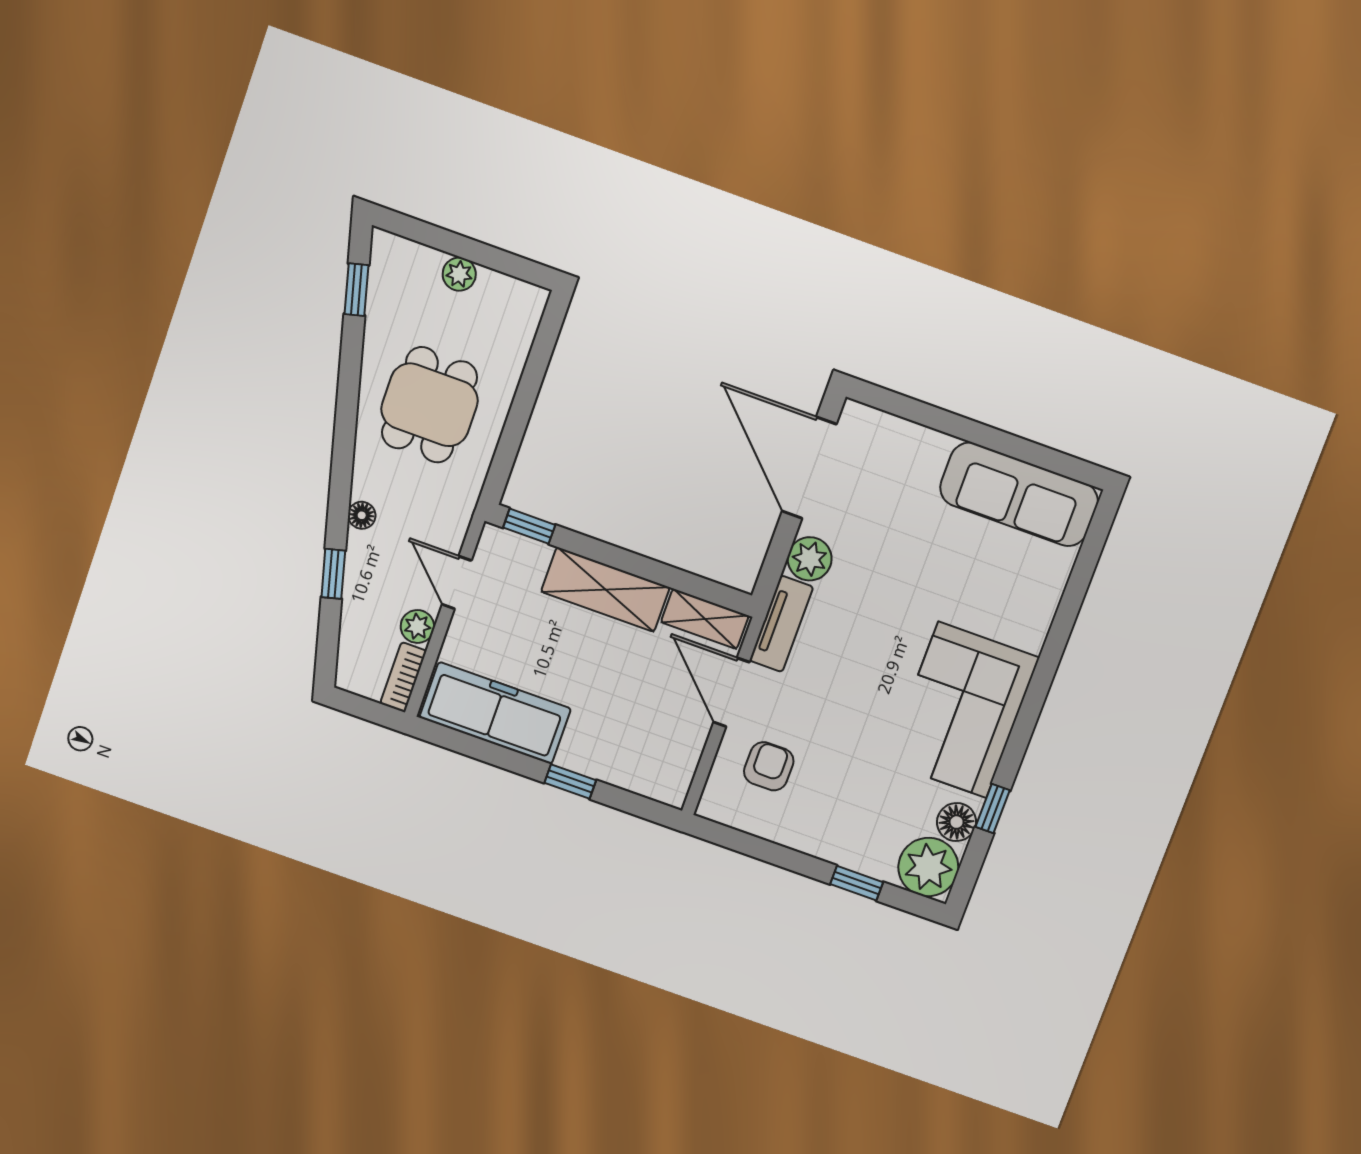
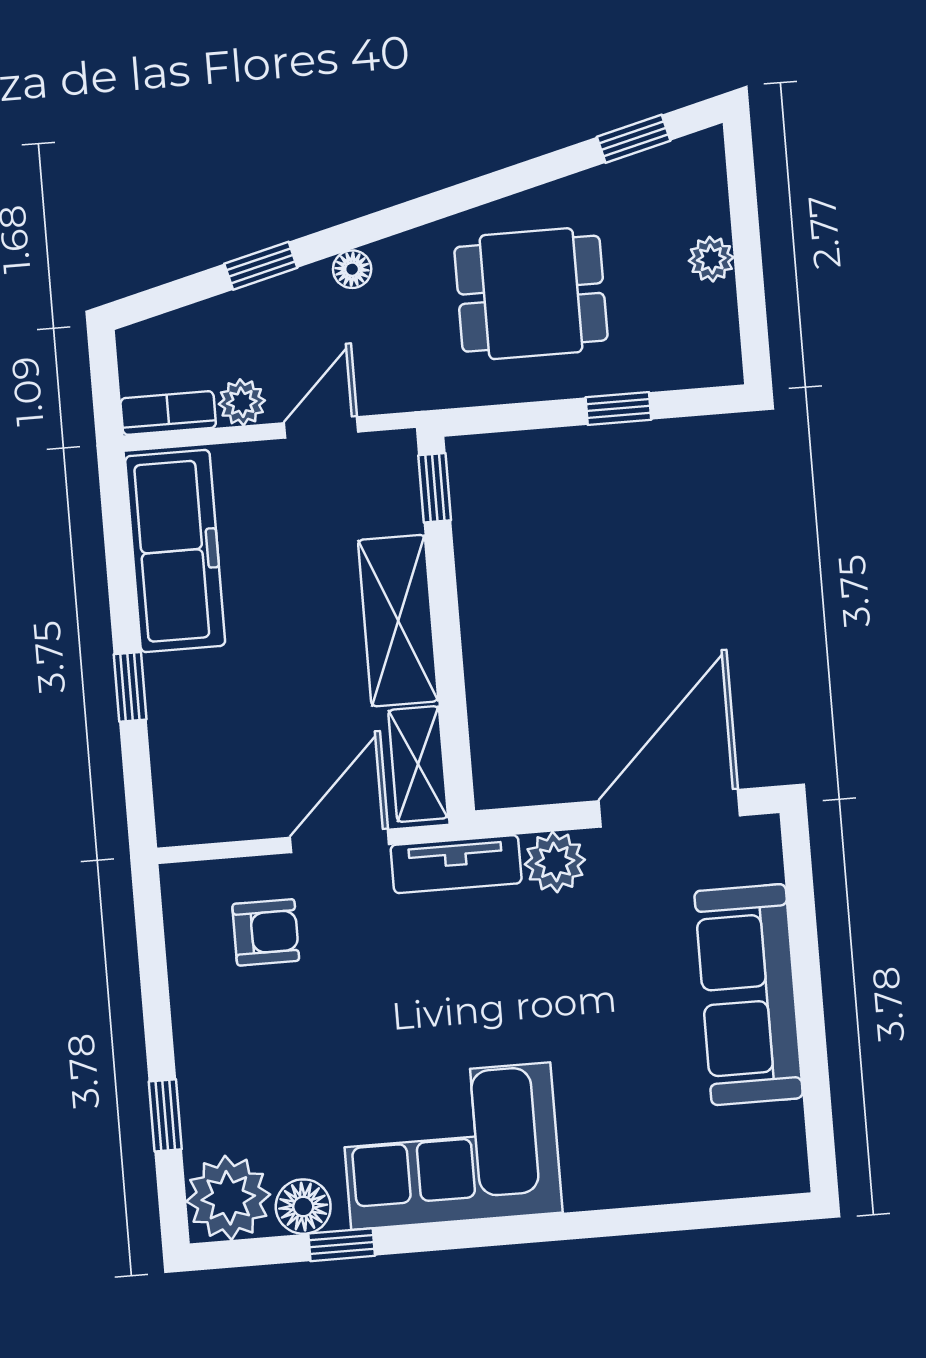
window: (531, 381) -> (618, 409), added
sofa: (1019, 494) -> (749, 995), moved

